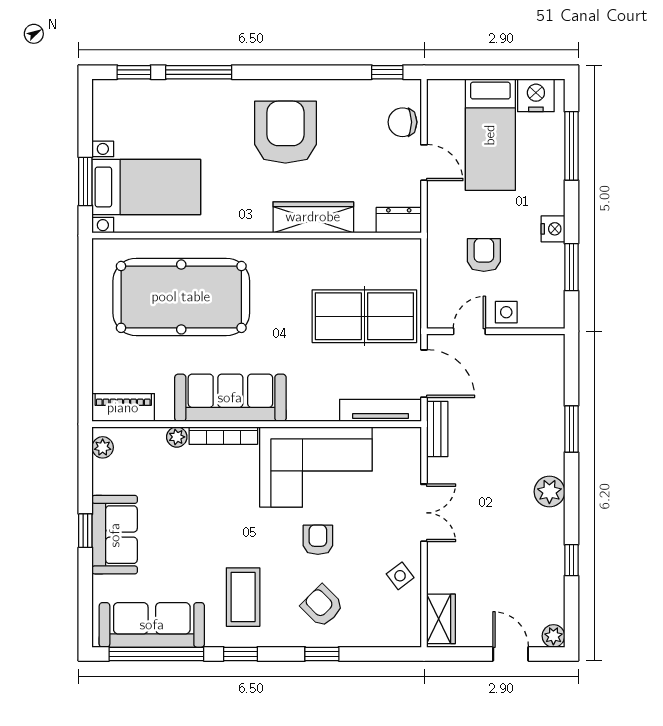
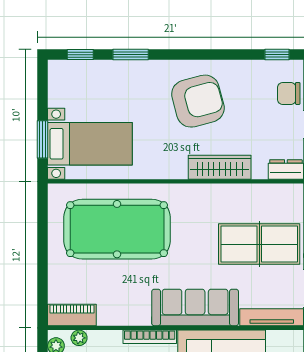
window: (199, 72) -> (131, 55), width x0.69
armchair: (285, 132) -> (198, 101), turned 75
sofa: (230, 398) -> (195, 307), moved
plant: (177, 437) -> (79, 338), moved

